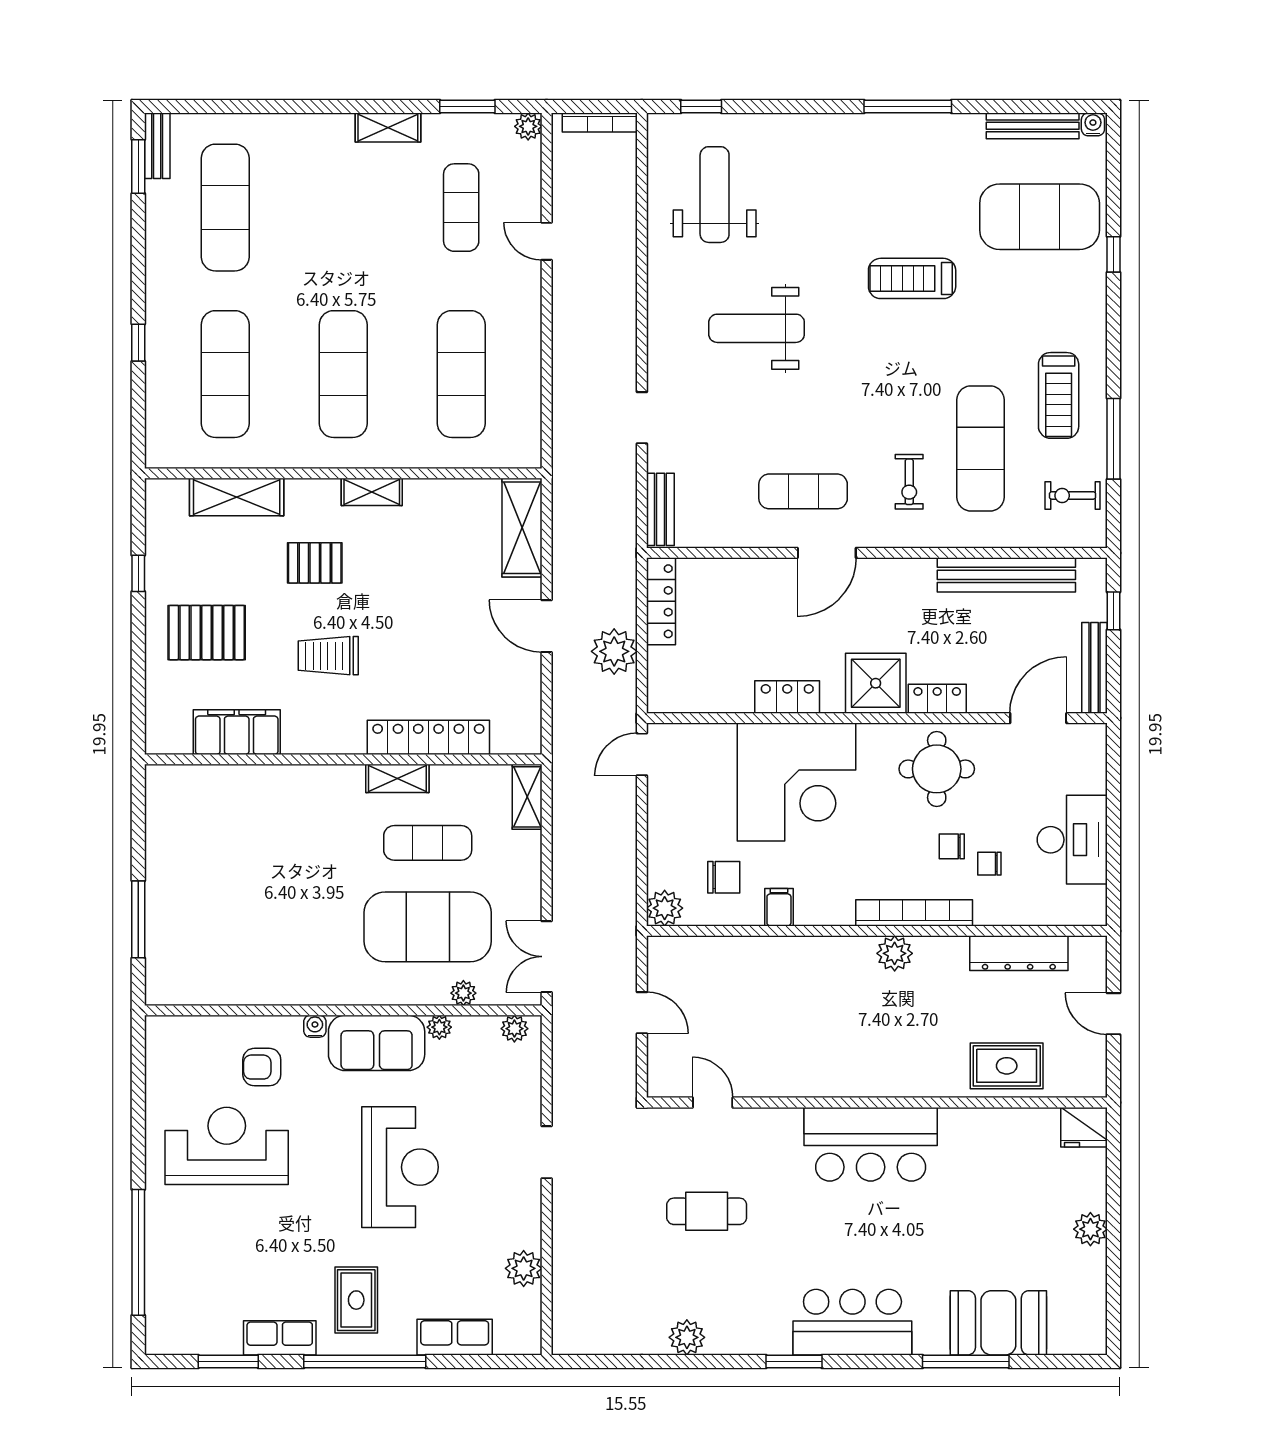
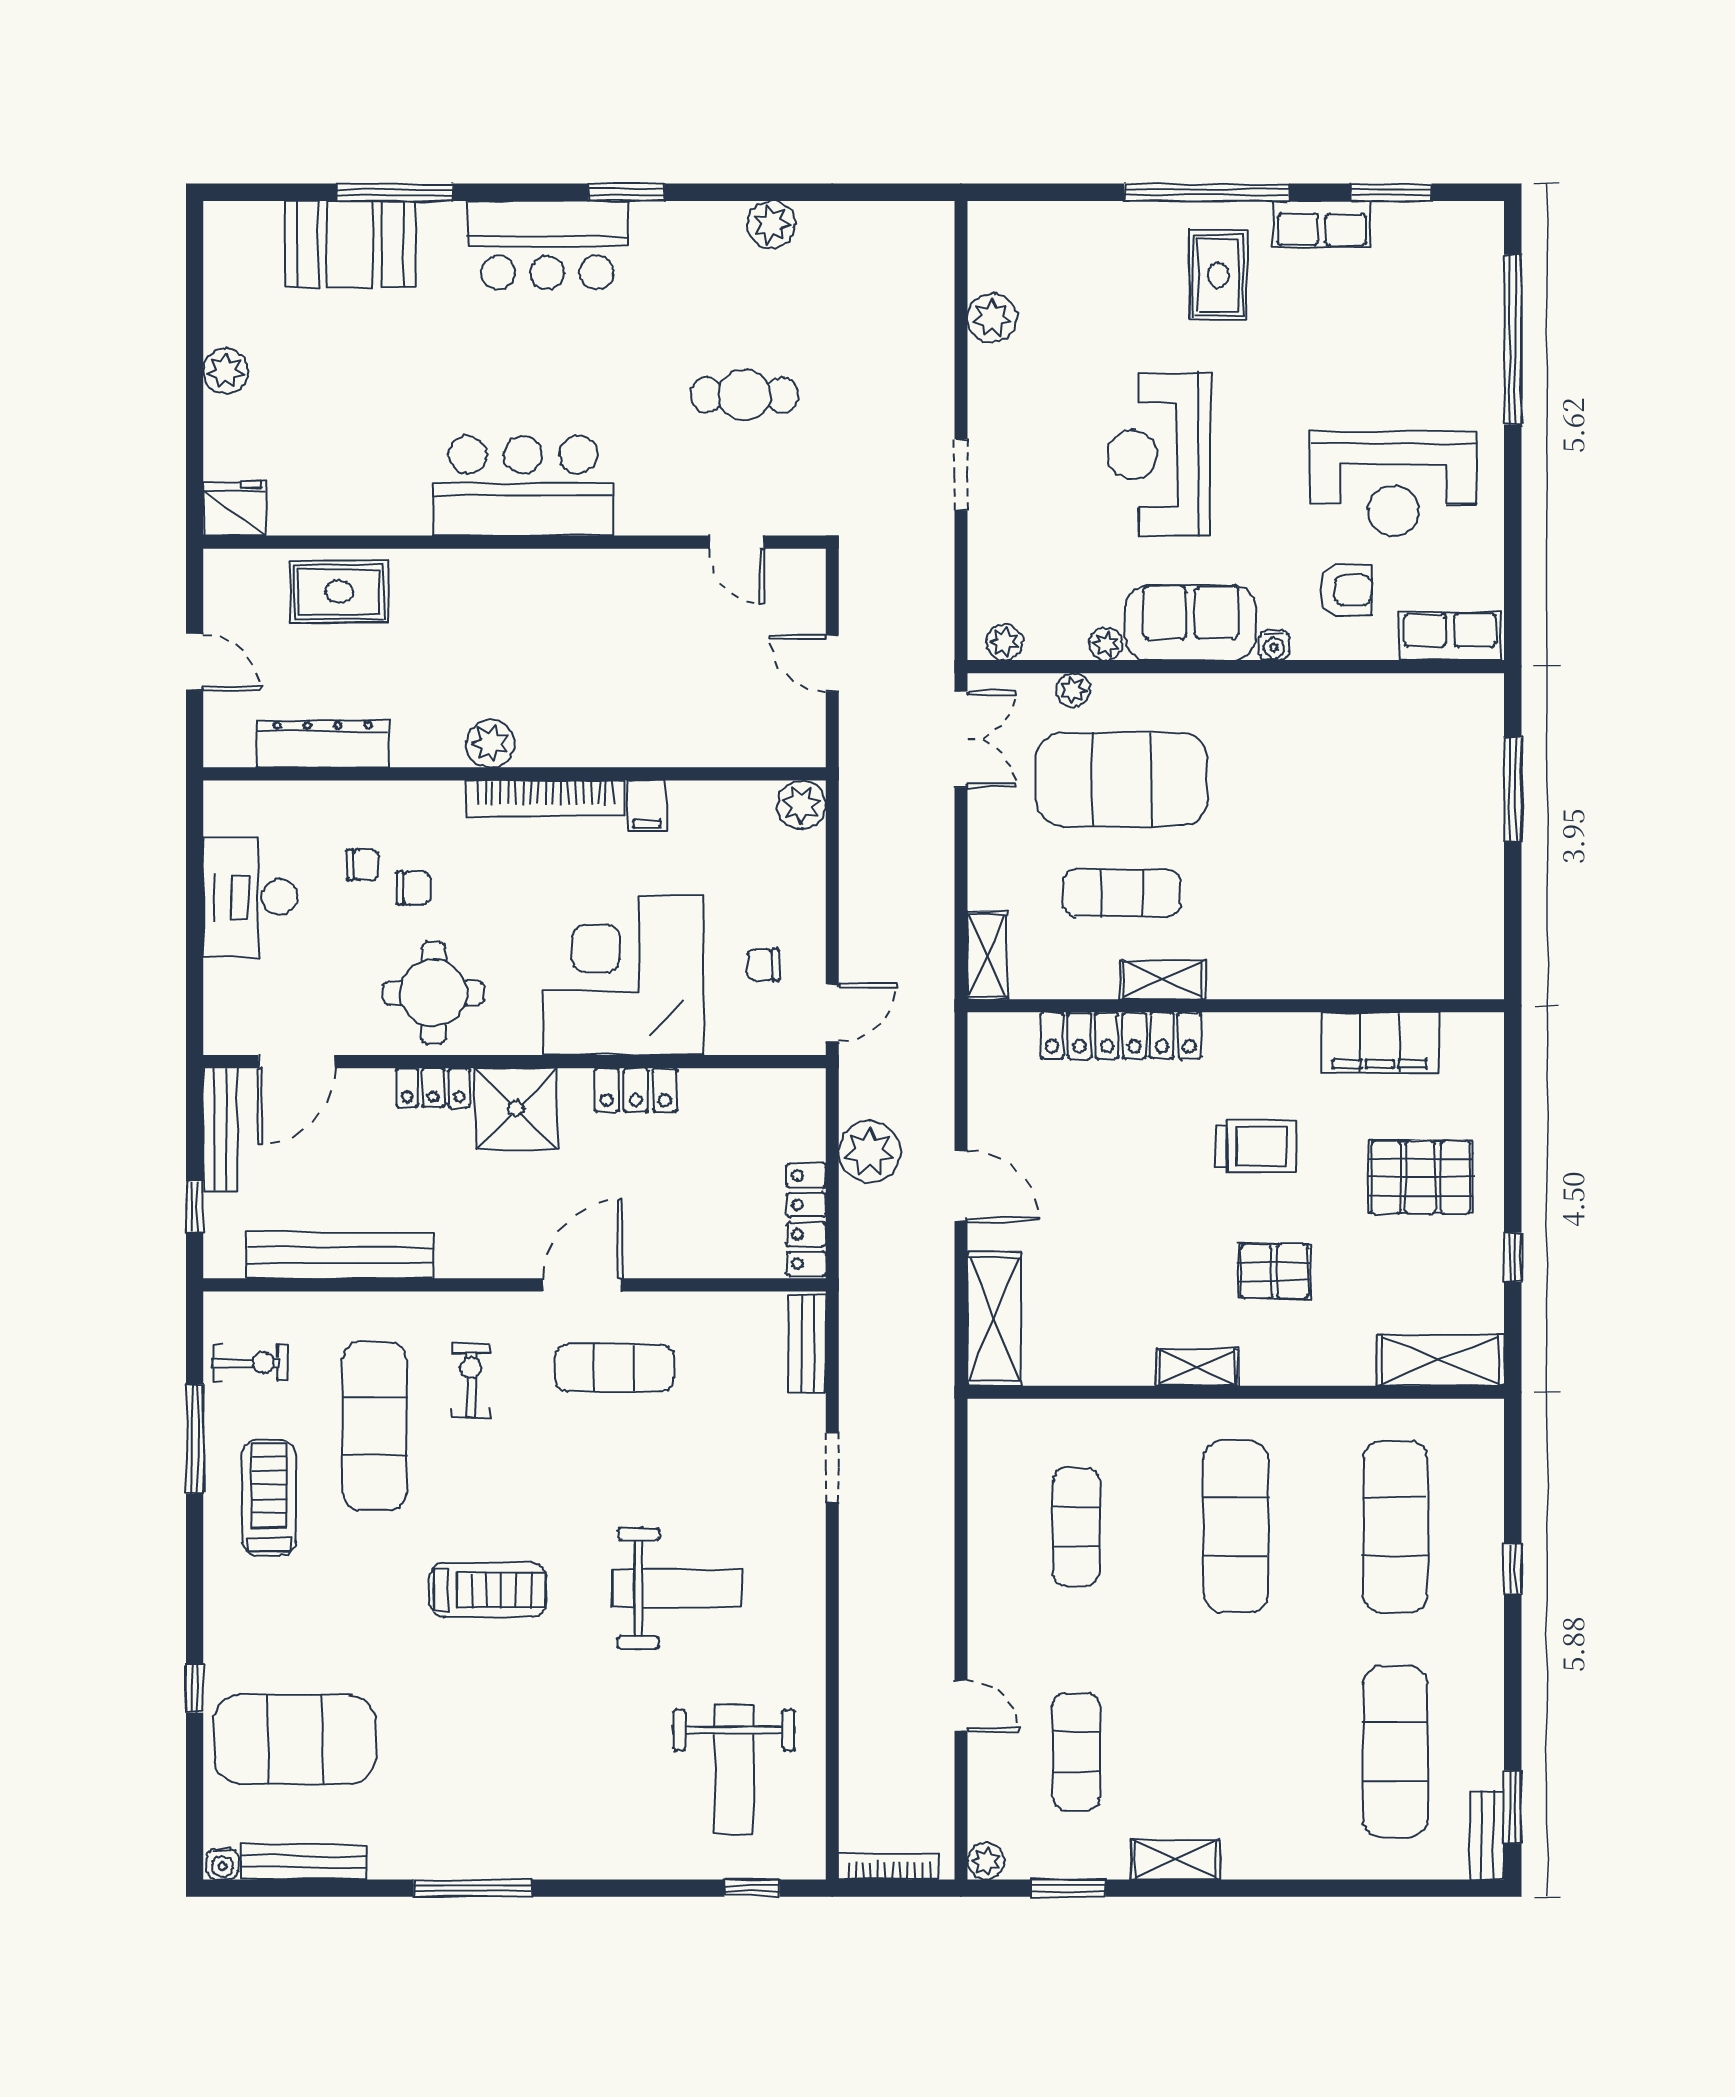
treadmill: (912, 278) -> (488, 1590), moved
exercise mat: (461, 374) -> (1076, 1527), width x0.73, depth x0.69
shelving: (237, 497) -> (1441, 1360), moved
chair: (724, 877) -> (764, 965), moved, width x0.73, depth x0.73
bookcase: (914, 913) -> (546, 798), moved
row of seats: (455, 1337) -> (1450, 636), moved, turned 180

